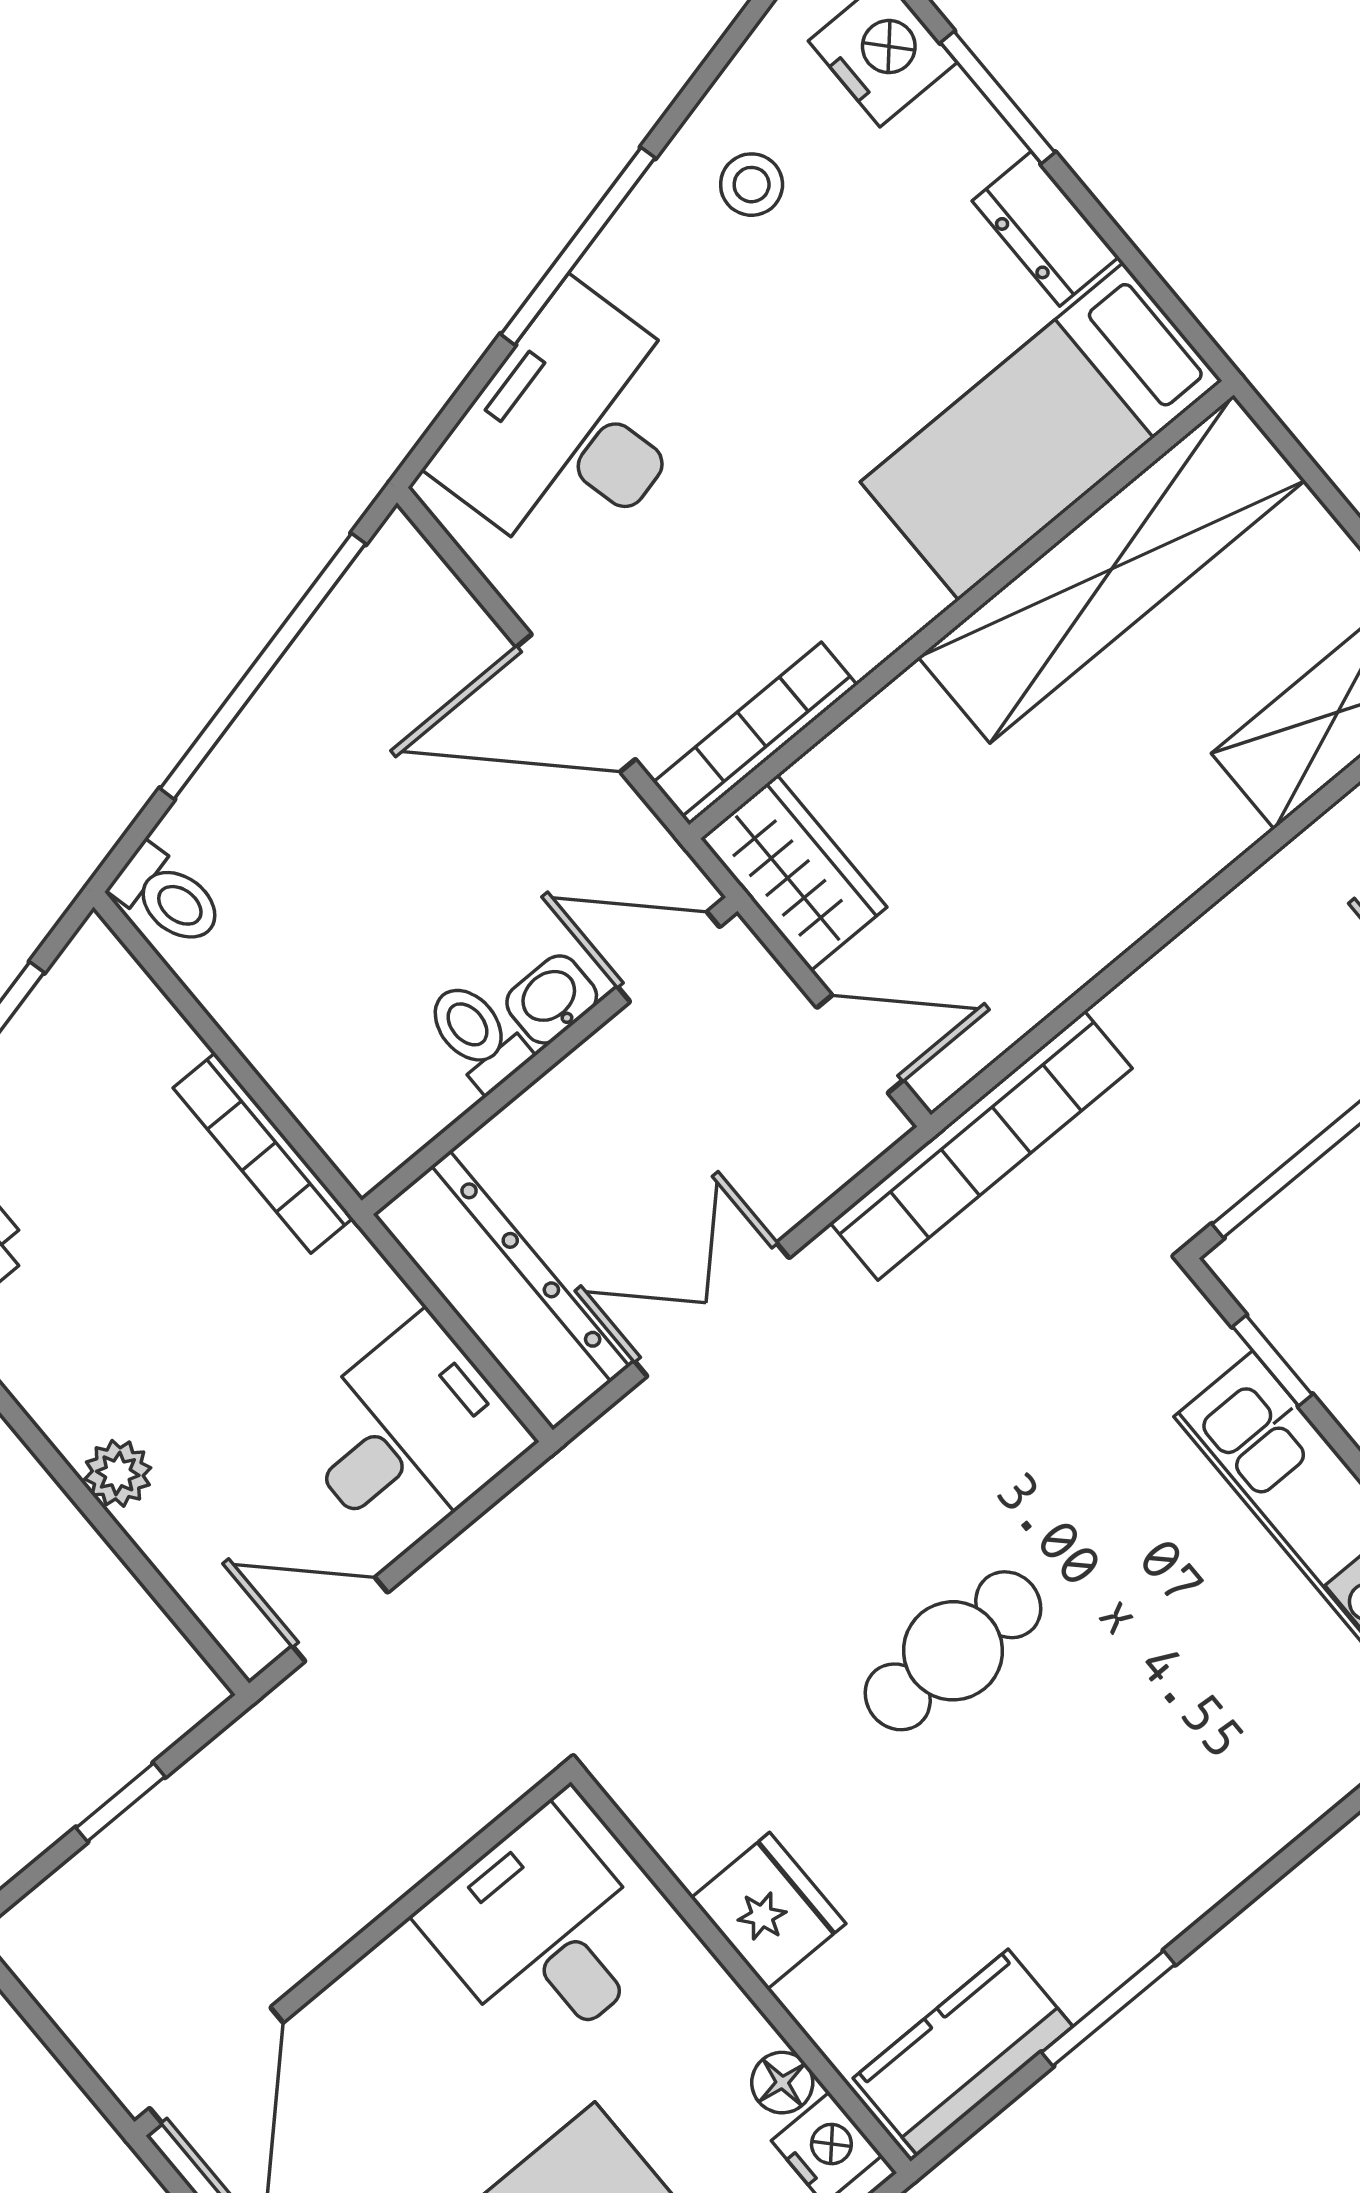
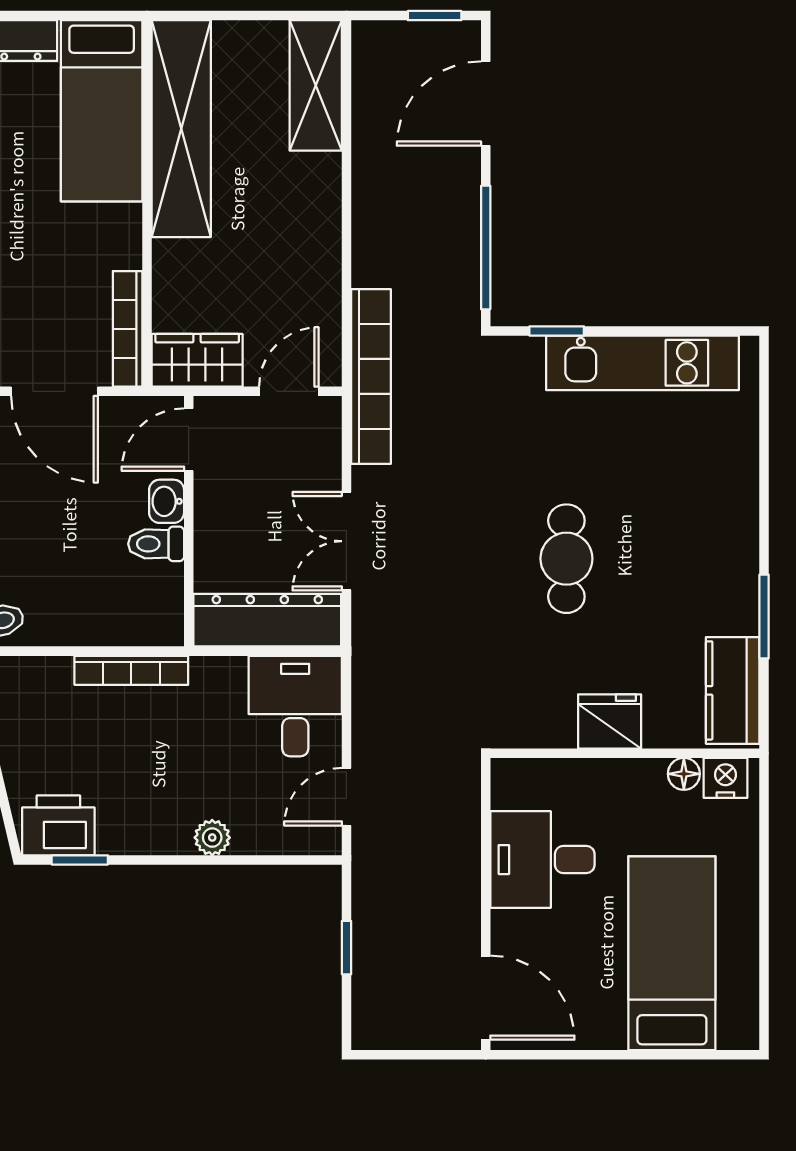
door: (576, 703) -> (55, 391), hinge flipped
desk: (543, 1934) -> (542, 860), moved

